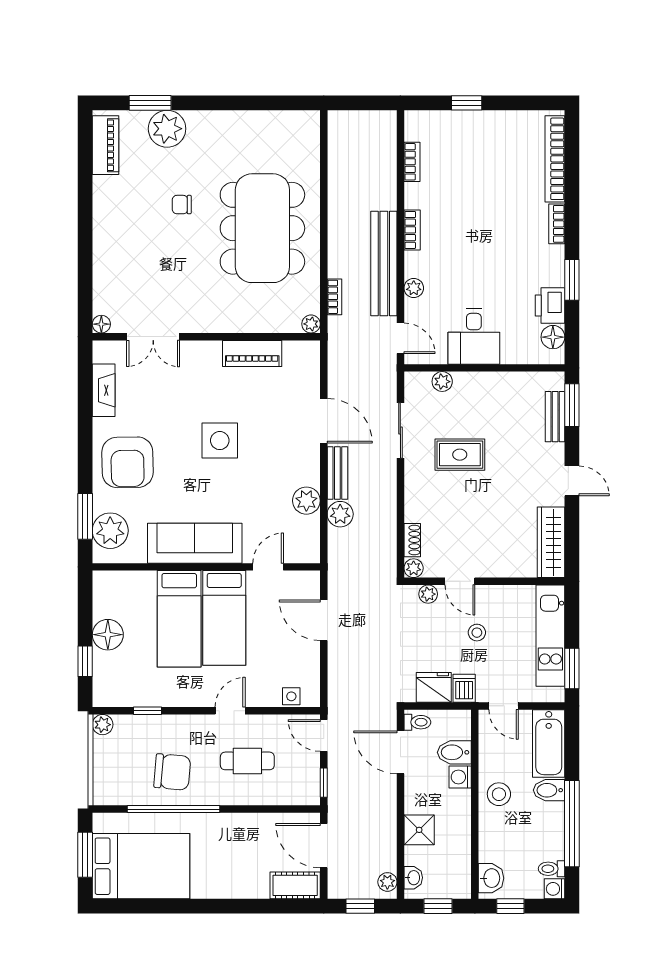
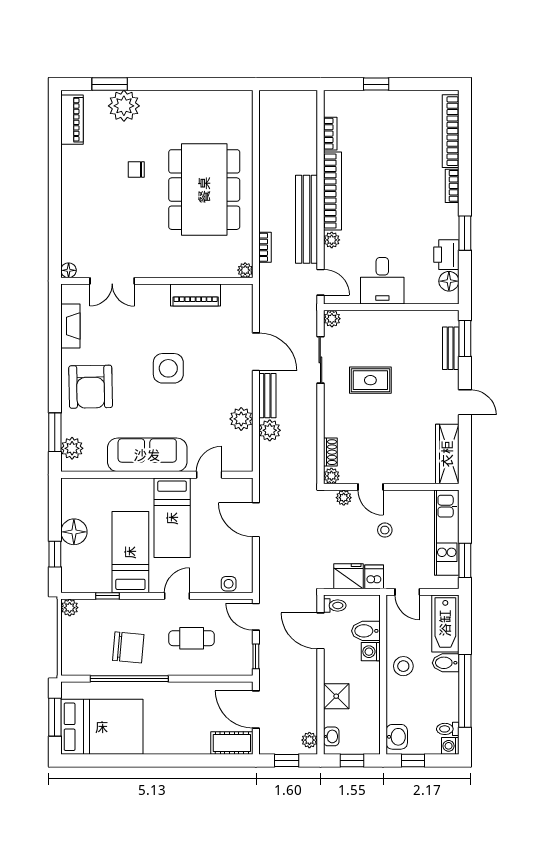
bookcase: (412, 230) -> (332, 191), width x2.31, depth x1.31
plant: (442, 382) -> (332, 319), moved
plant: (110, 531) -> (72, 448), width x0.73, depth x0.73
bed: (179, 619) -> (130, 552), moved, turned 180

